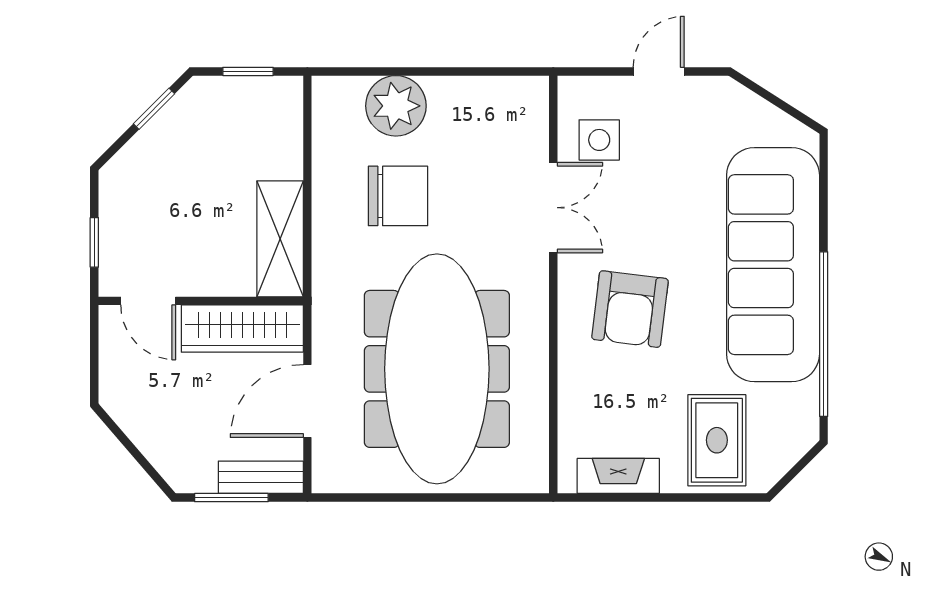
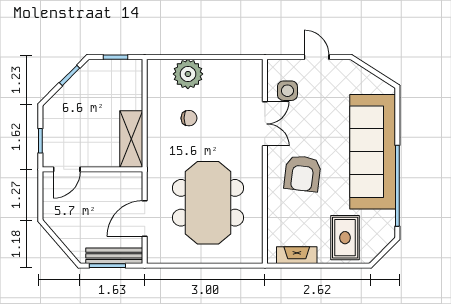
door: (659, 71) -> (317, 57), hinge flipped
chair: (398, 196) -> (189, 118), width x0.54, depth x0.54
door: (148, 301) -> (67, 169), hinge flipped
wardrobe: (242, 329) -> (113, 183), removed
meeting table: (437, 369) -> (208, 203), width x0.73
bench: (261, 477) -> (114, 256), width x1.36

